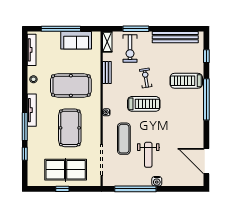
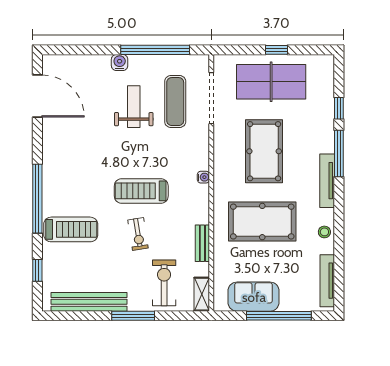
window: (136, 29) -> (133, 316), moved
exercise mat: (124, 139) -> (175, 102), moved

